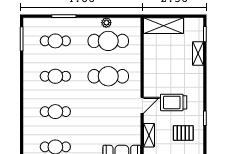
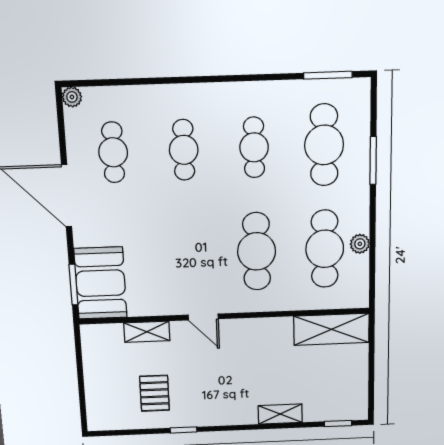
shelving: (164, 26) -> (331, 329), moved, turned 90
cafe table: (55, 41) -> (324, 145), width x1.37, depth x1.35
shelving: (198, 54) -> (280, 414), moved
trolley: (174, 102) -> (211, 374), removed

